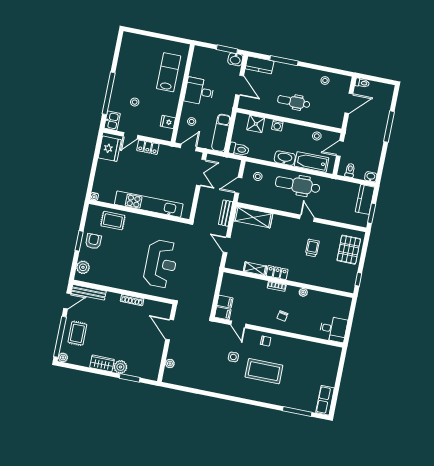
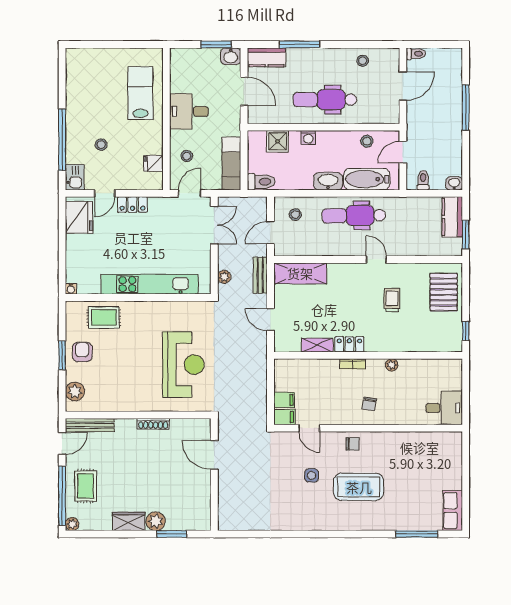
dental chair: (294, 102) -> (325, 100), width x1.36, depth x1.38
plant: (170, 364) -> (224, 277), moved

